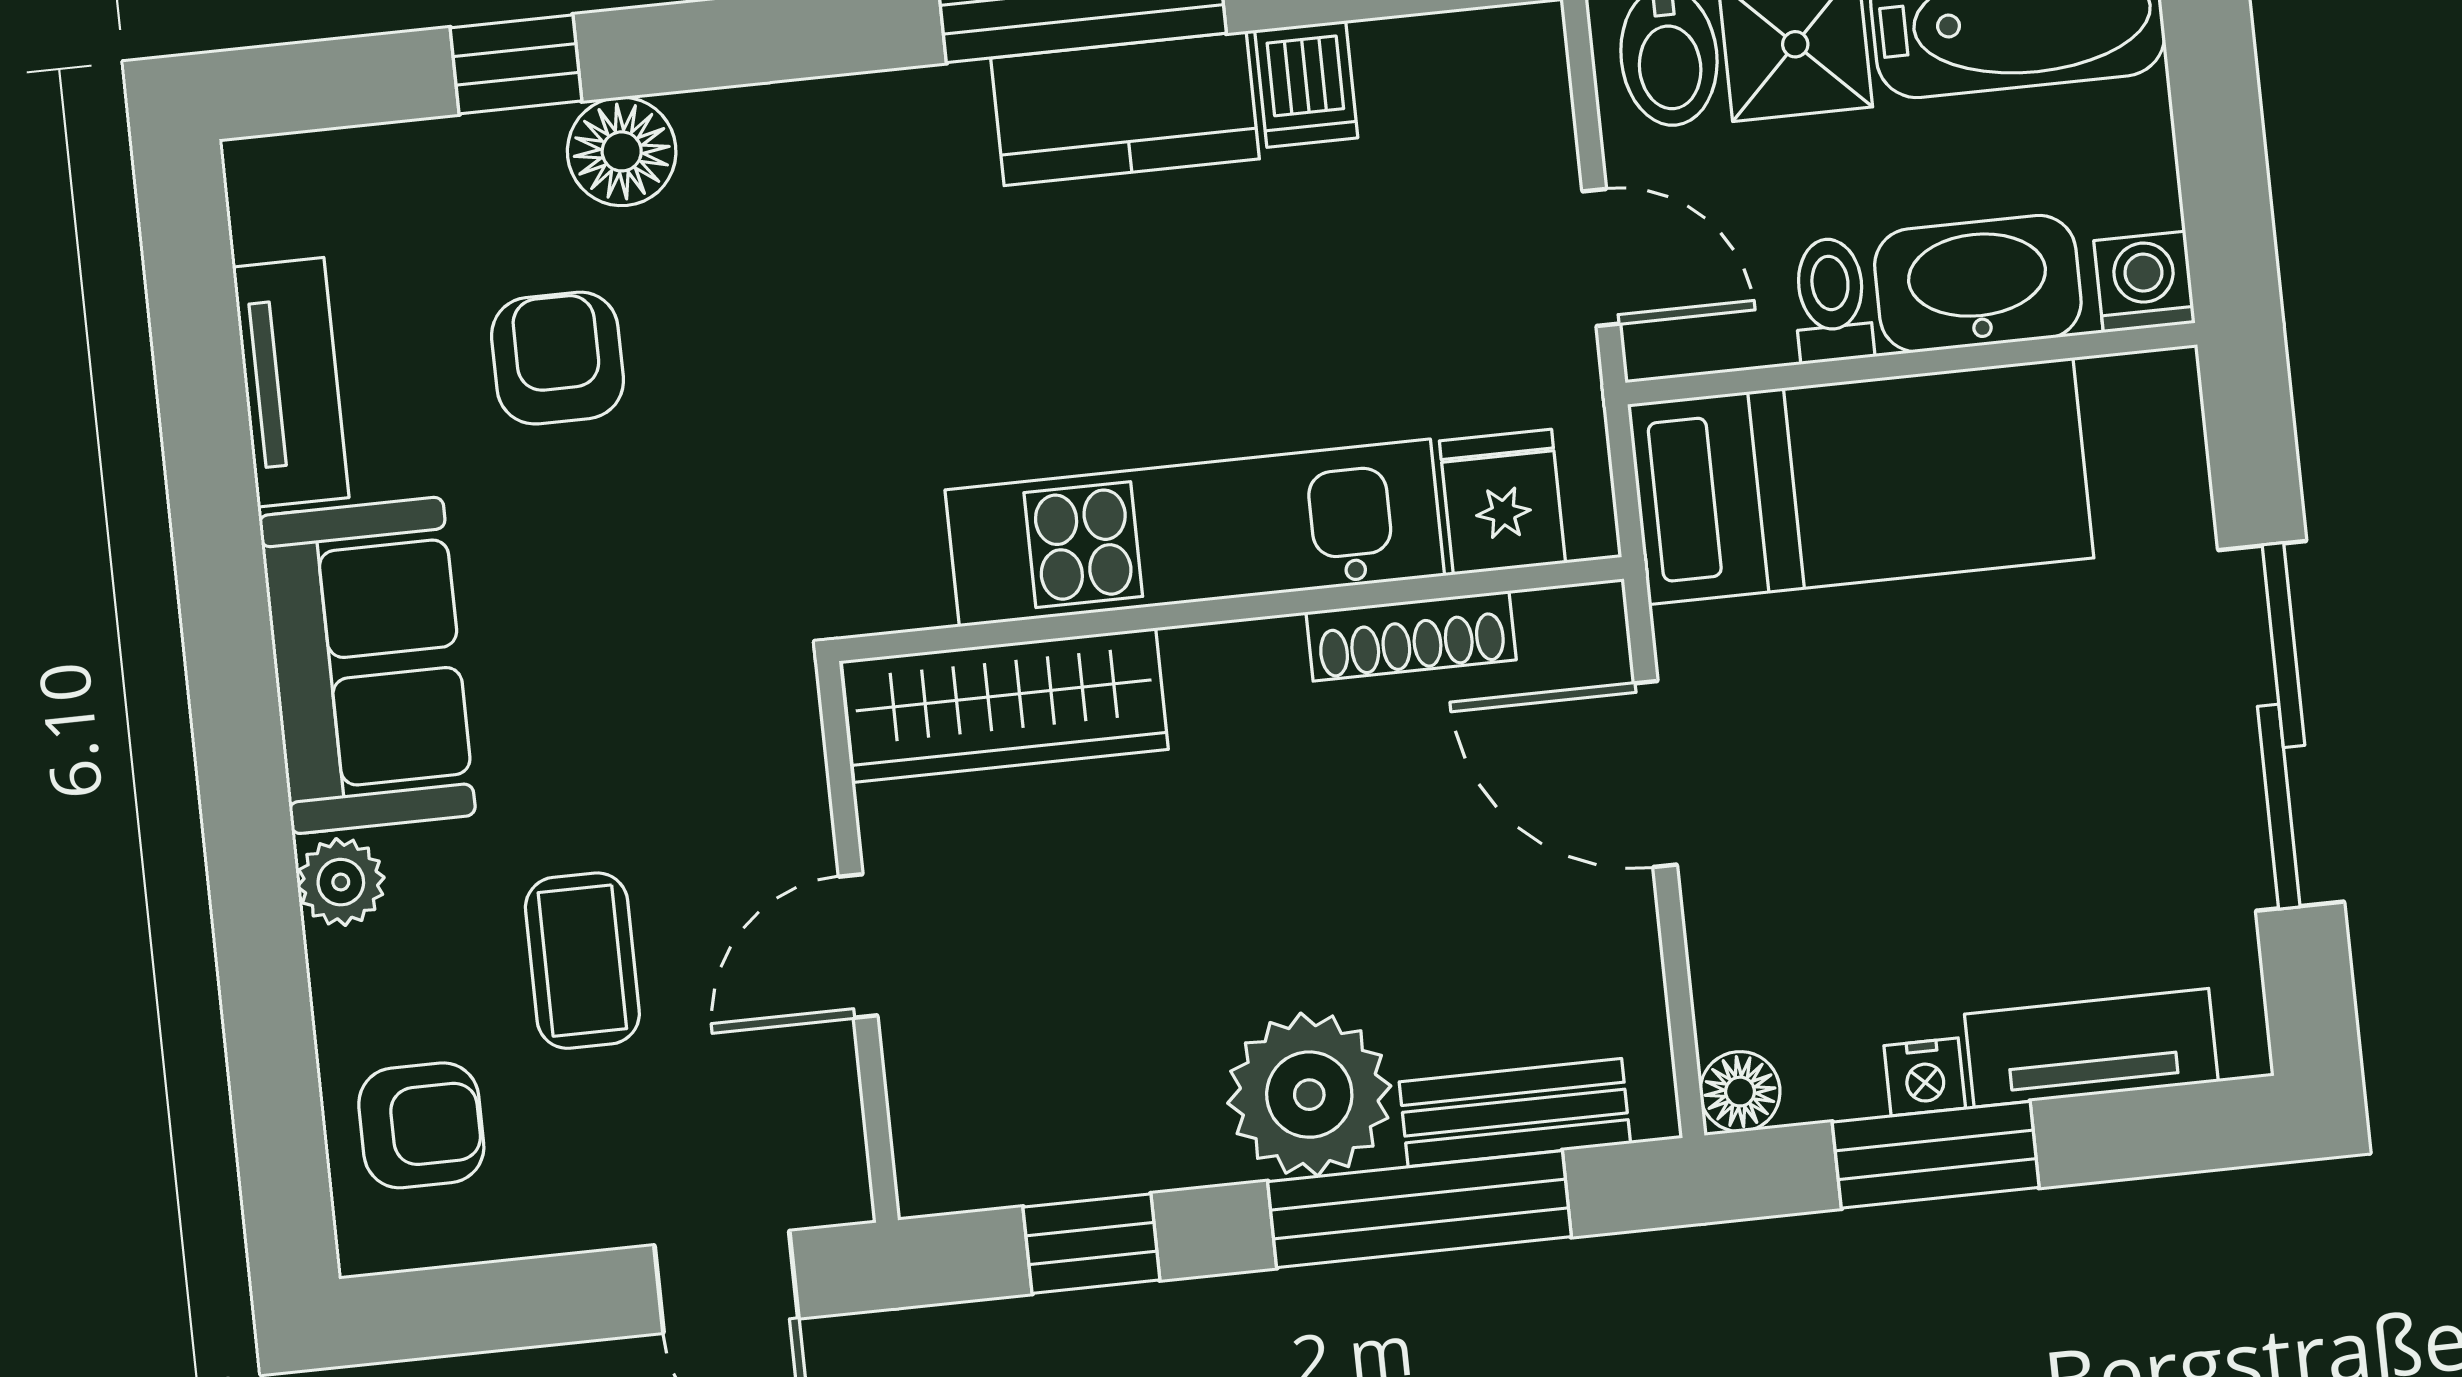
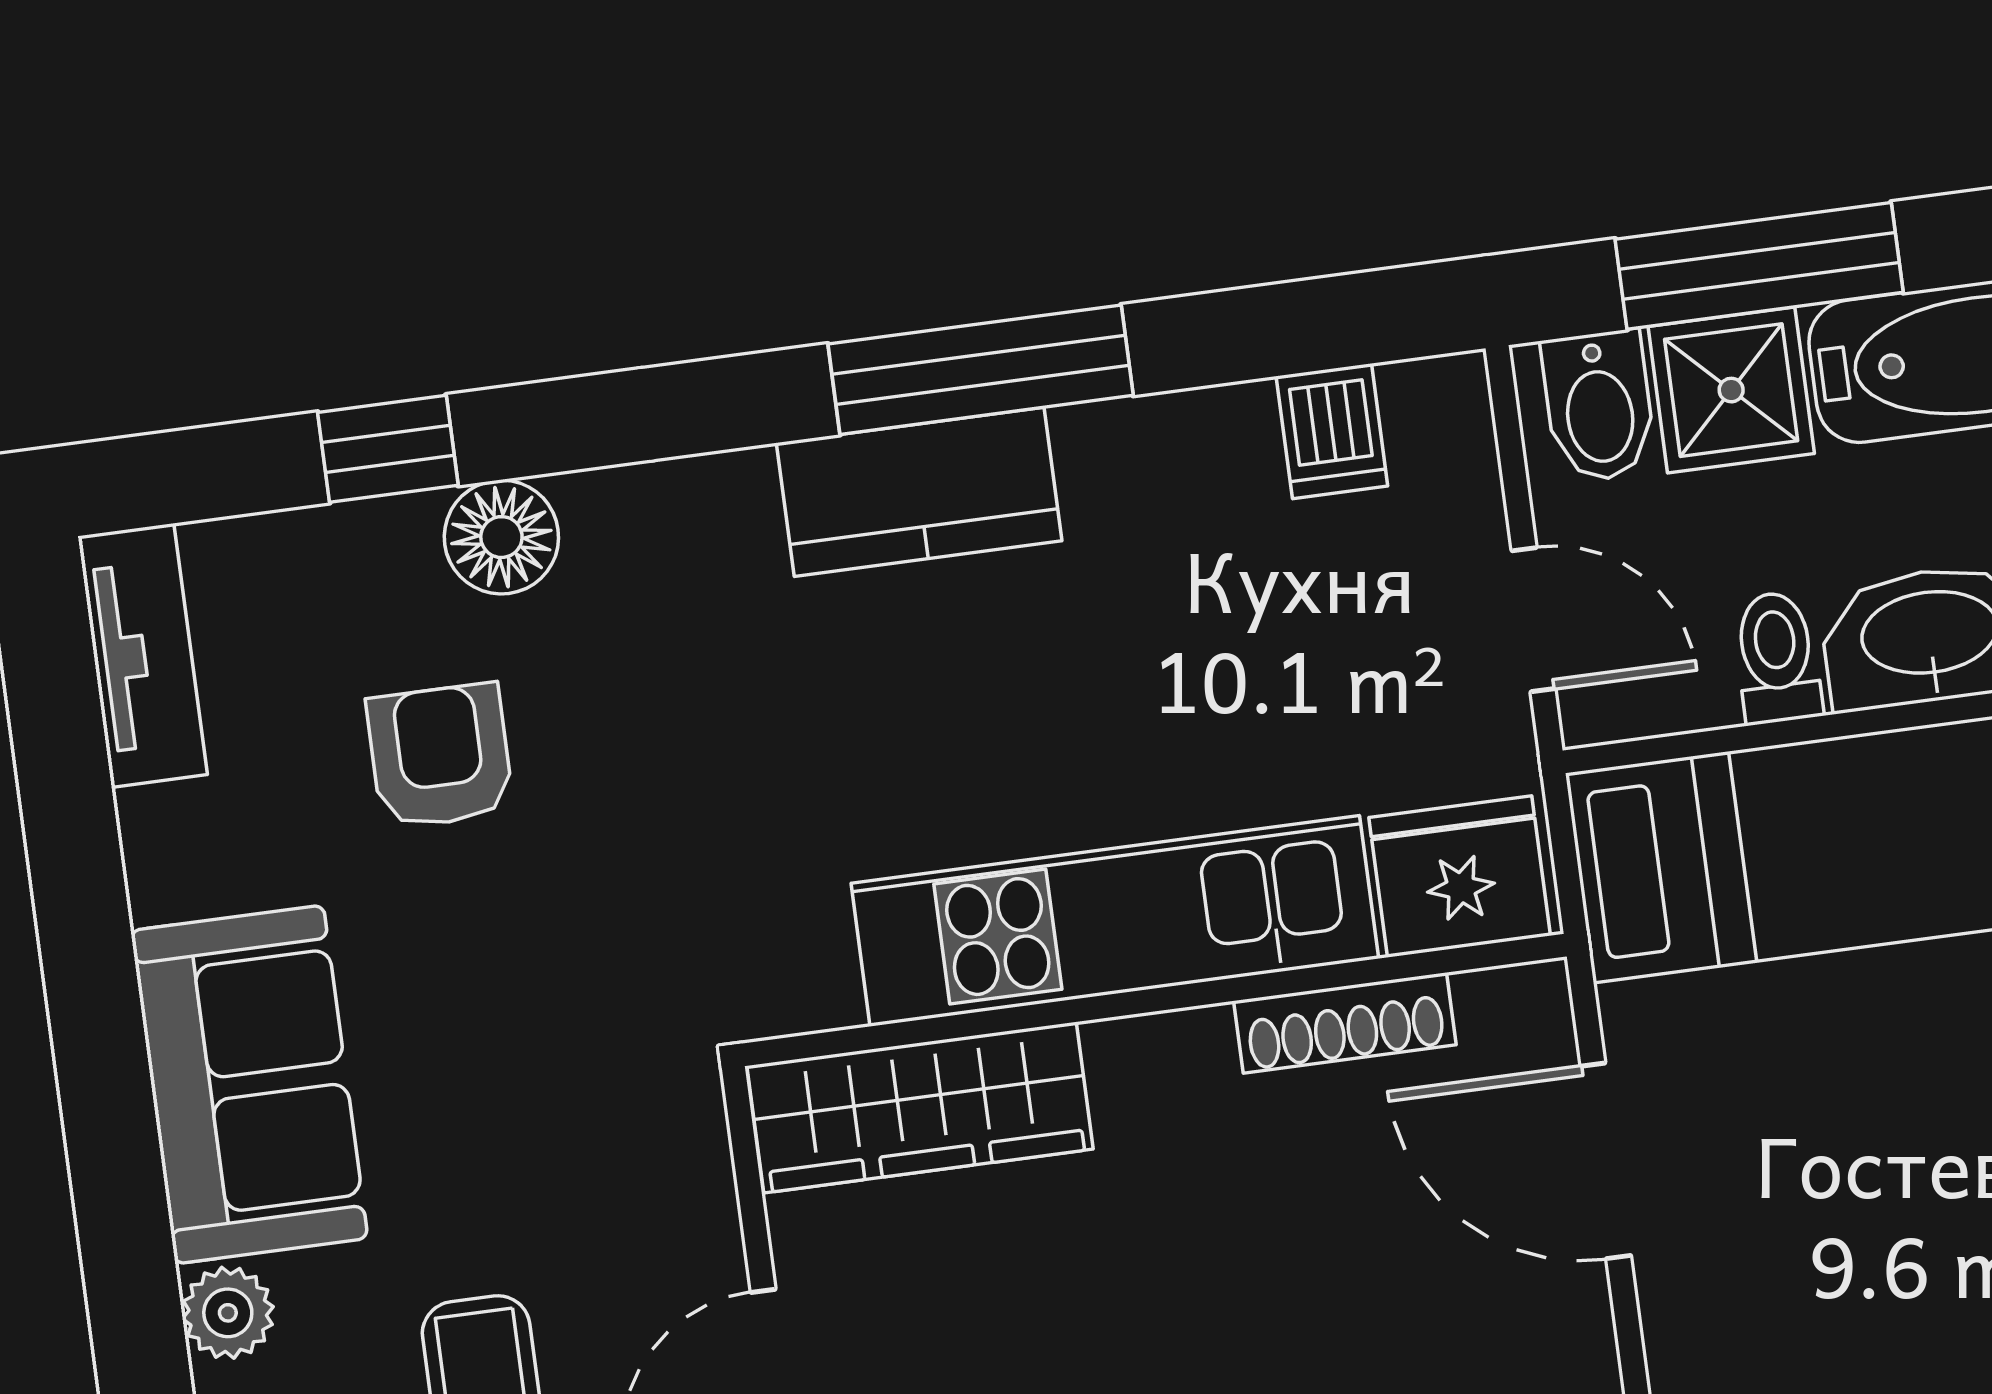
dishwasher: (1306, 84) -> (1332, 431), moved
kitchen counter: (1125, 108) -> (919, 492), moved
tv unit: (291, 382) -> (143, 655), moved
fridge: (1502, 502) -> (1460, 877), width x1.38

